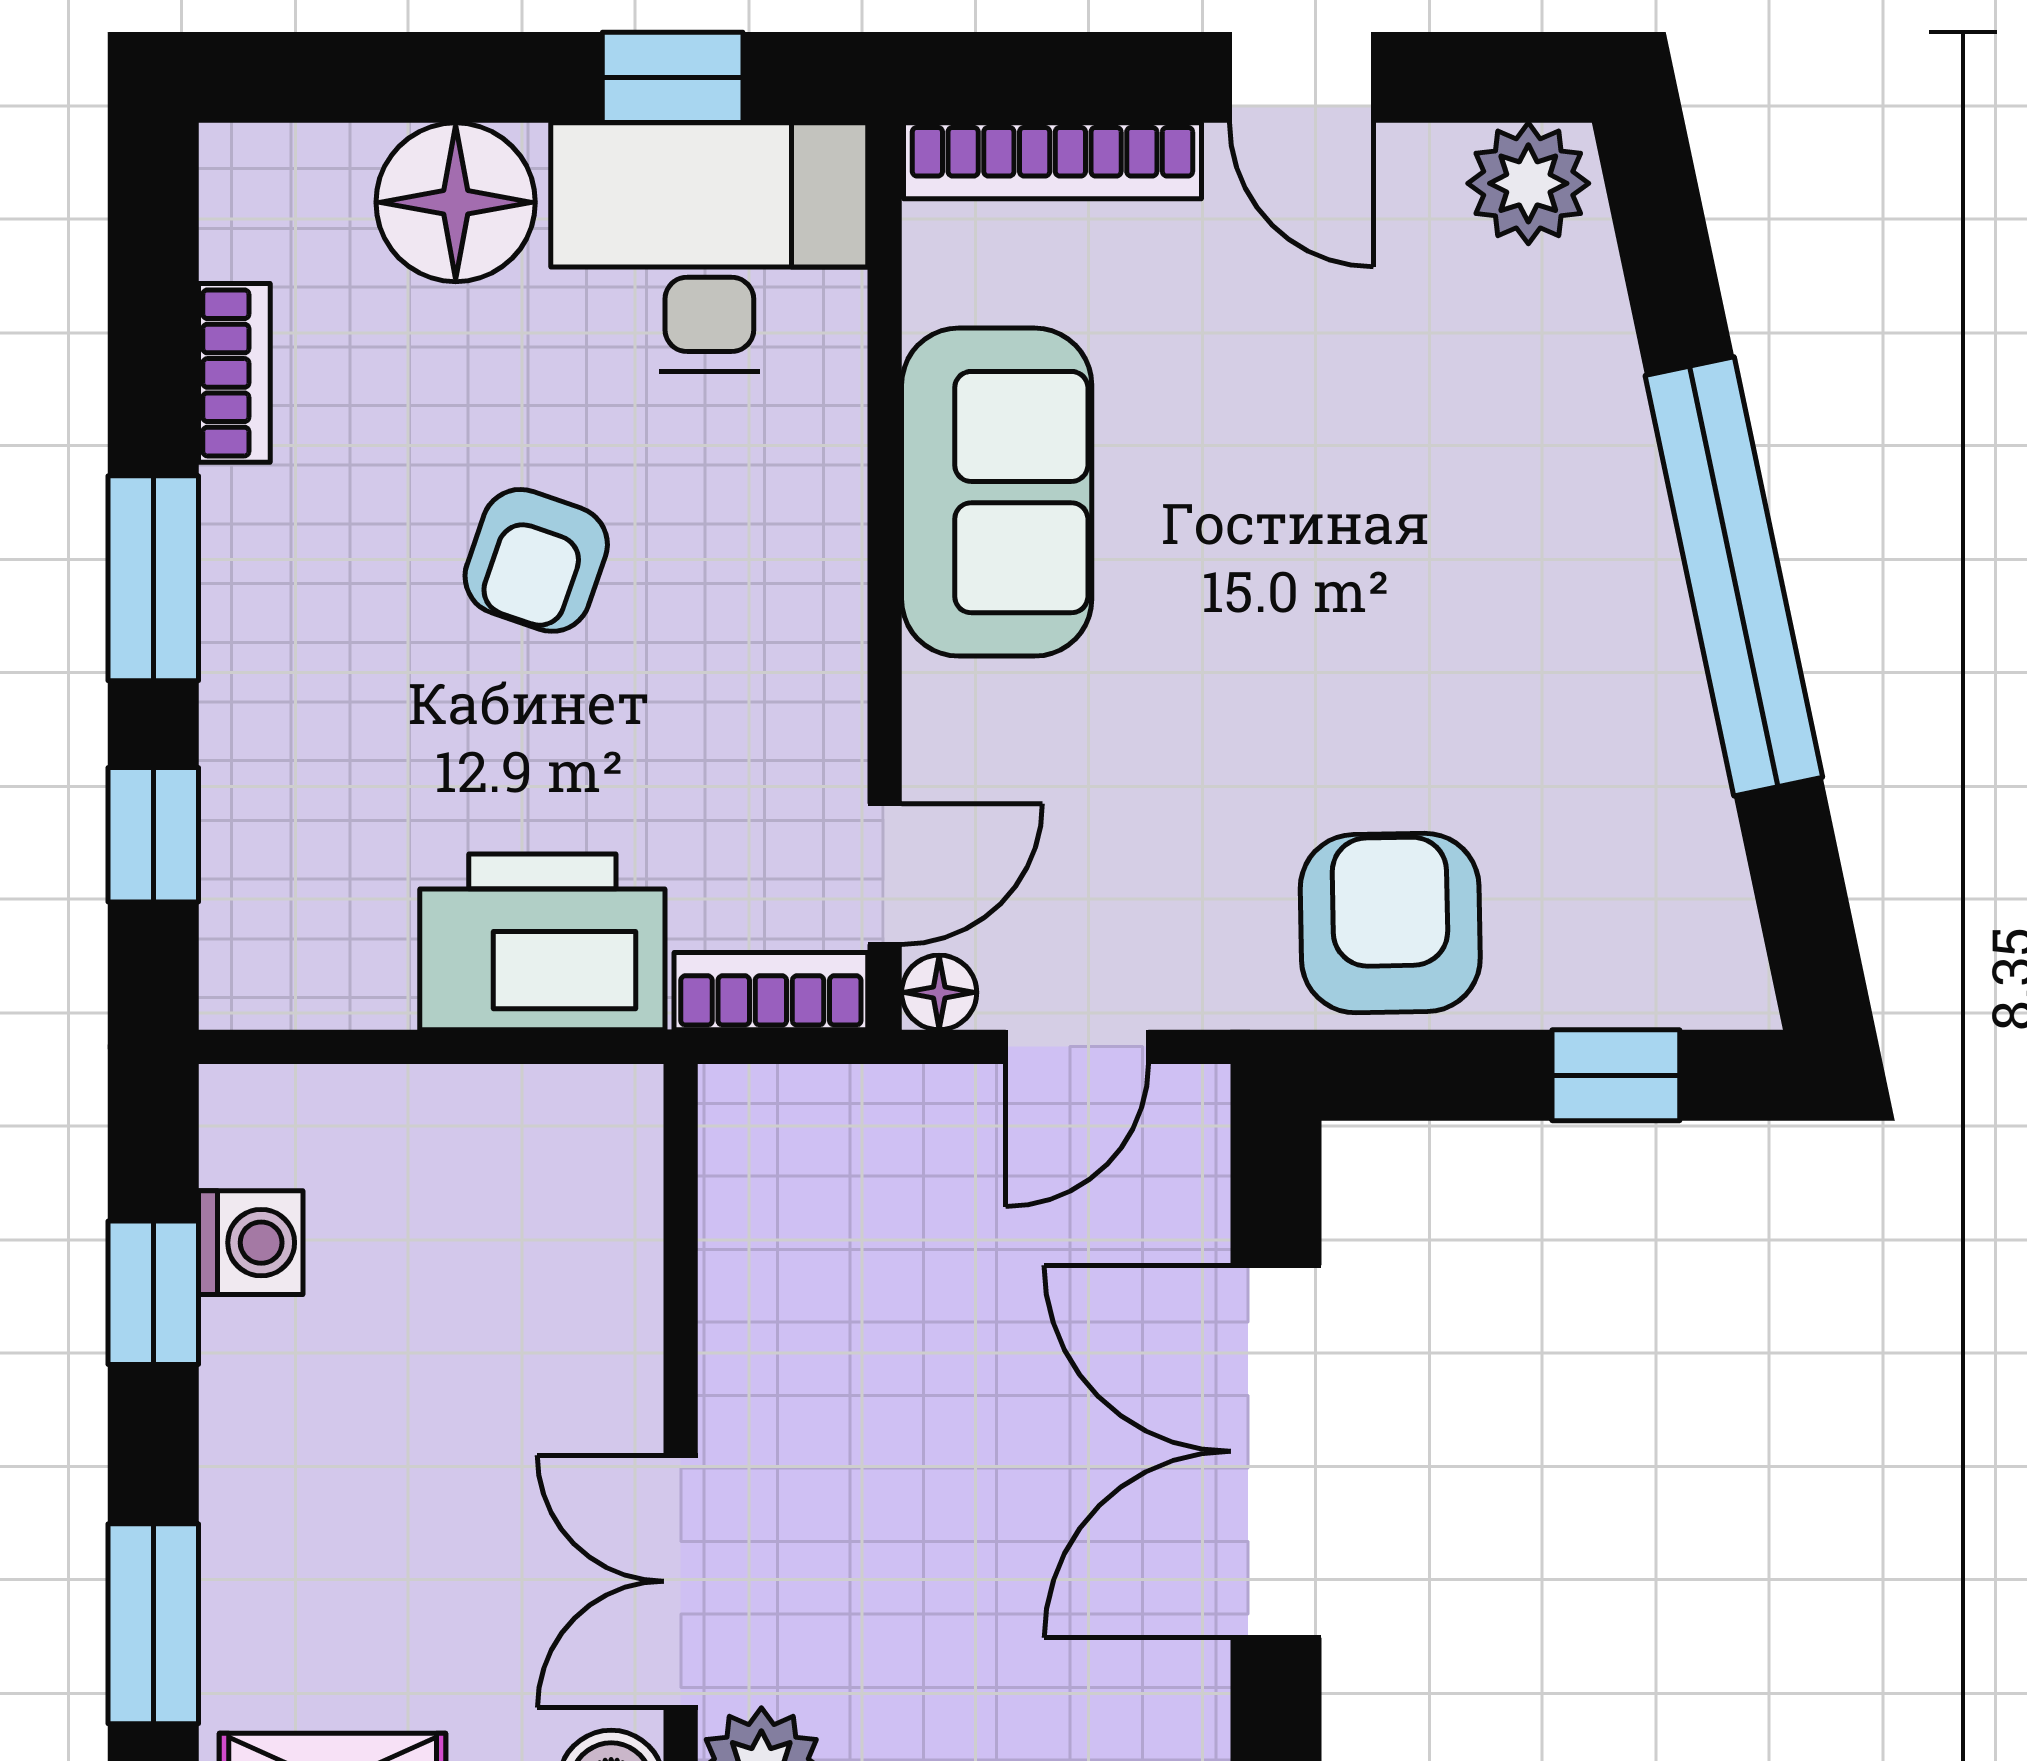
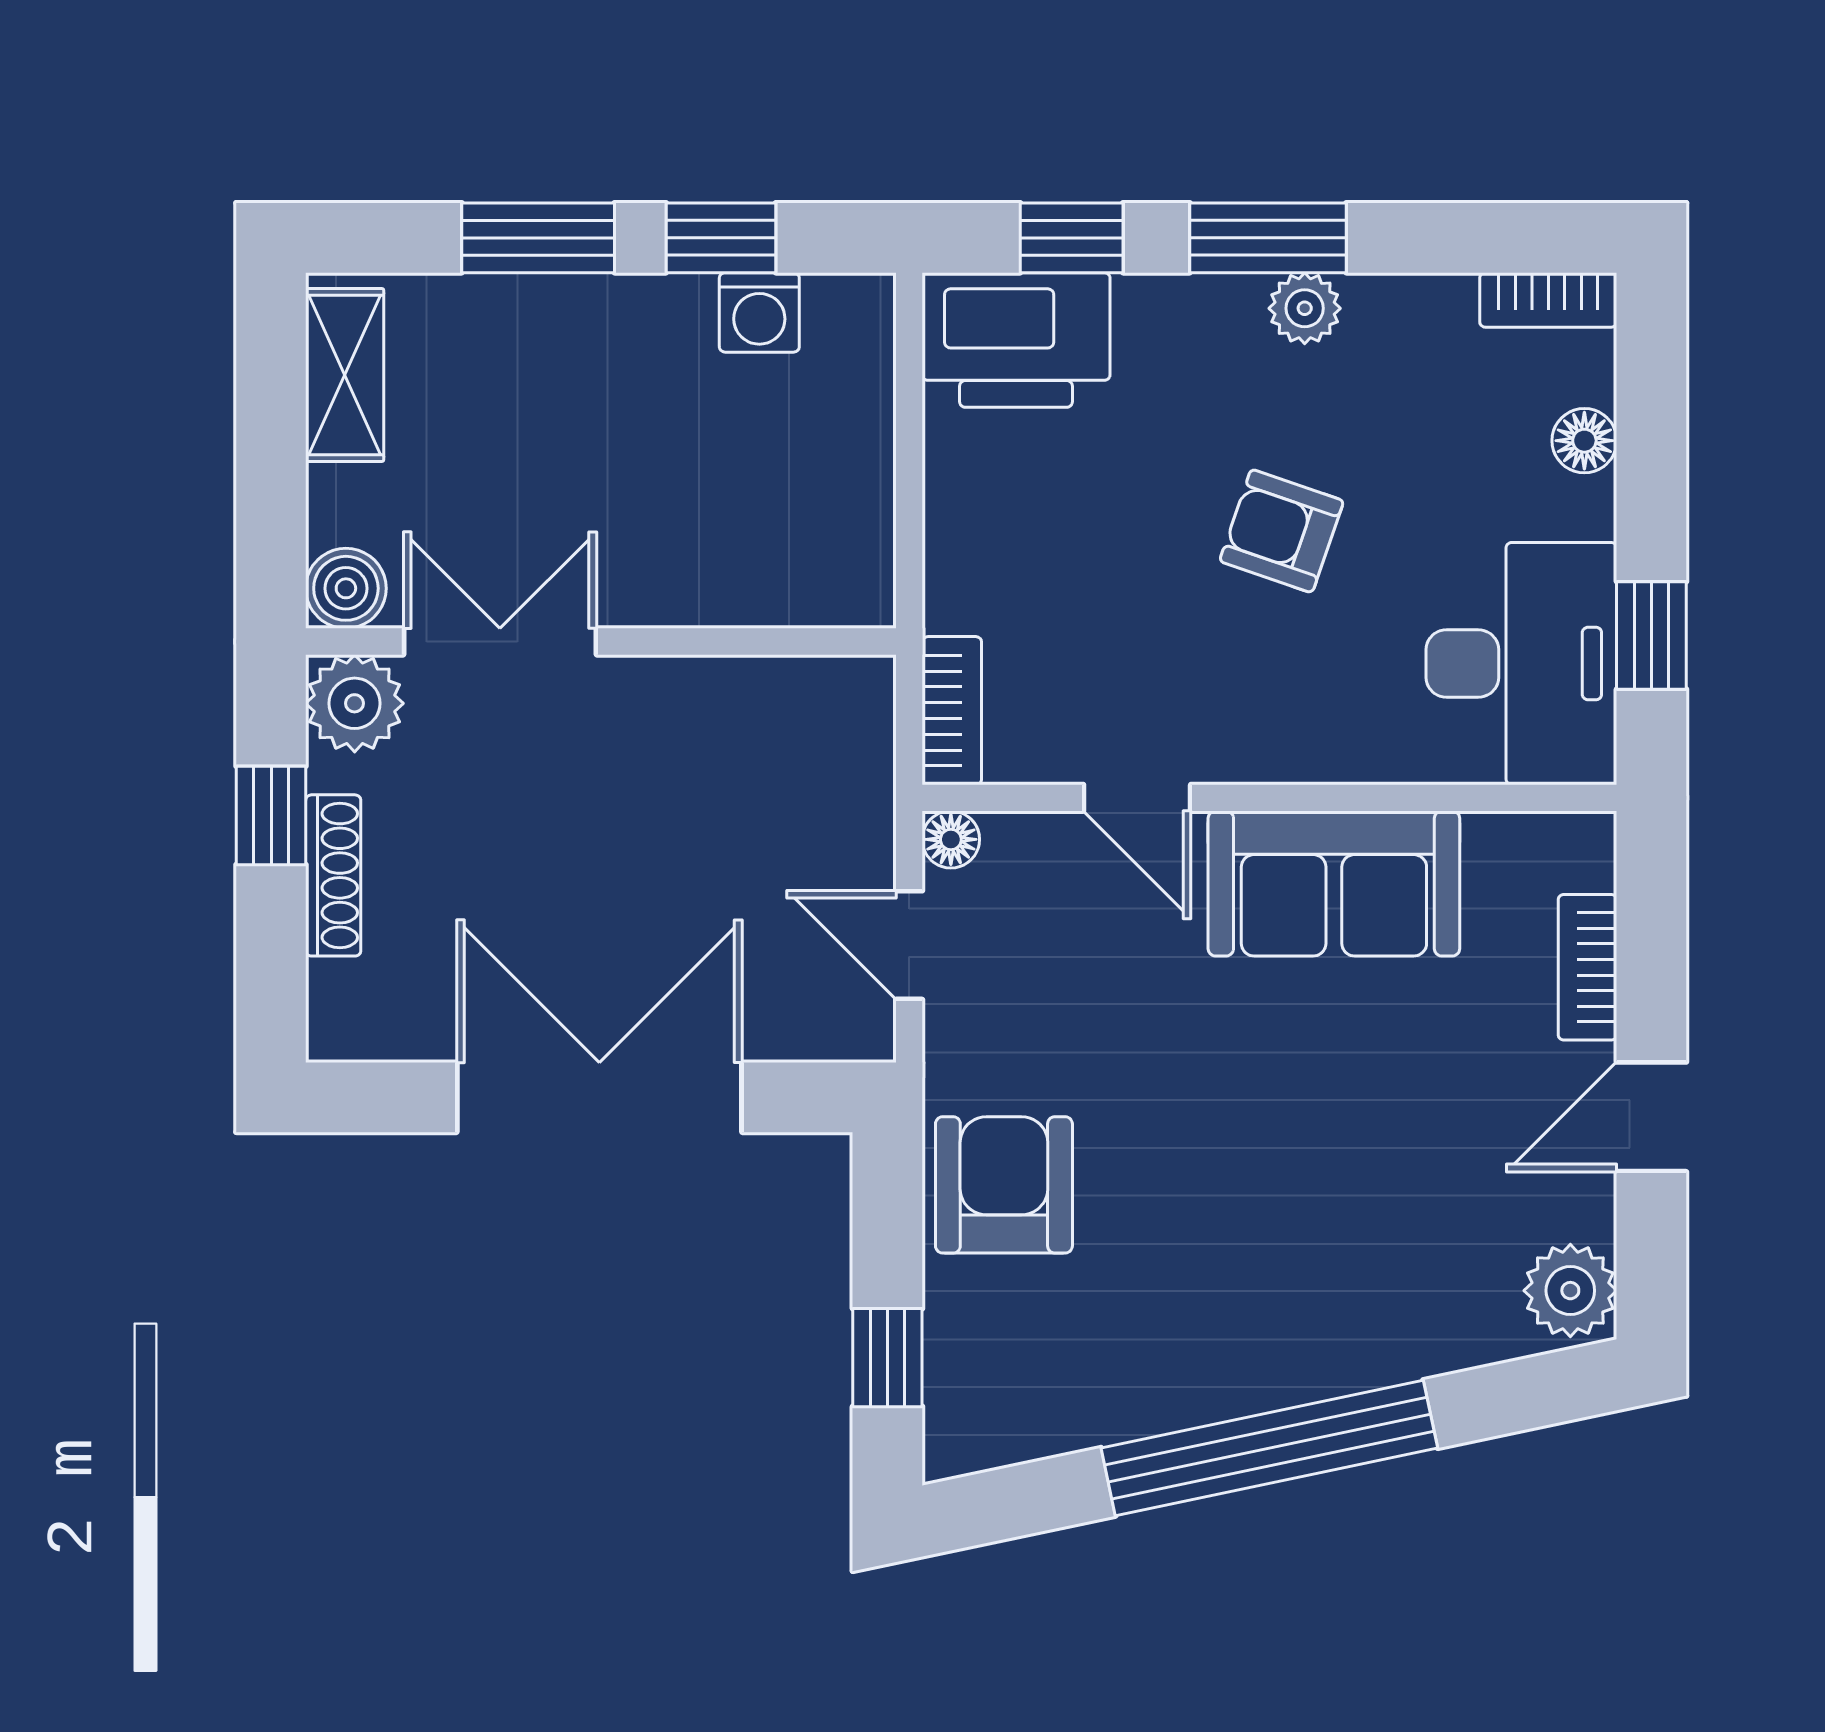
bookcase: (1052, 161) -> (1588, 967), width x0.64
floor lamp: (456, 202) -> (1584, 441), width x0.53, depth x0.53
bookcase: (234, 373) -> (1548, 300), moved
plant: (245, 530) -> (1305, 308), added
door: (885, 874) -> (1137, 798), moved
armchair: (1390, 923) -> (1004, 1185), turned -89
printer: (542, 942) -> (1016, 340), moved, turned 90
window: (153, 1624) -> (538, 238), moved

